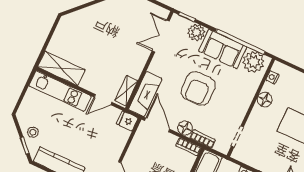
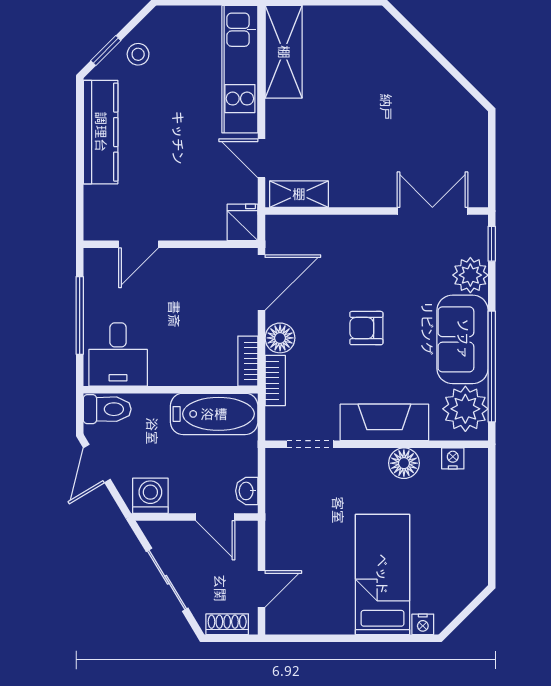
armchair: (198, 88) -> (366, 328), width x0.53, depth x0.53
fireplace: (145, 94) -> (384, 422), moved, turned 180

